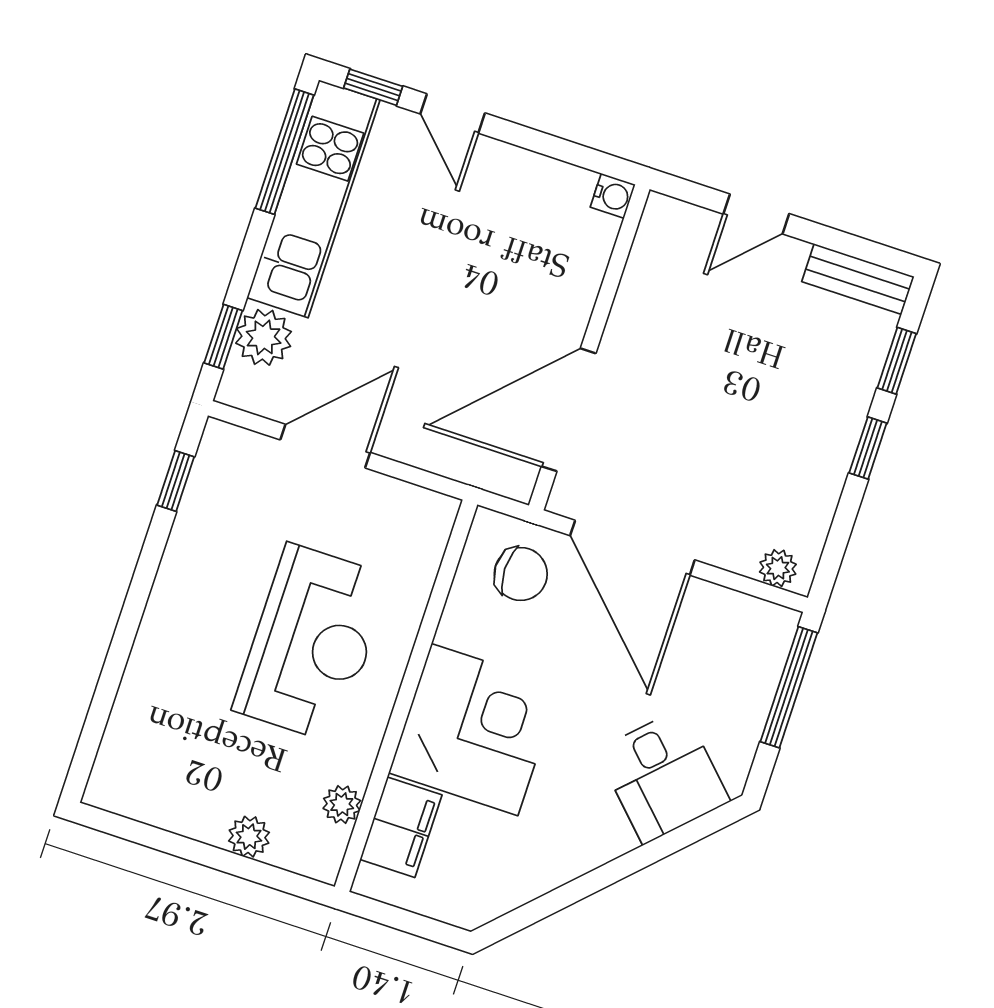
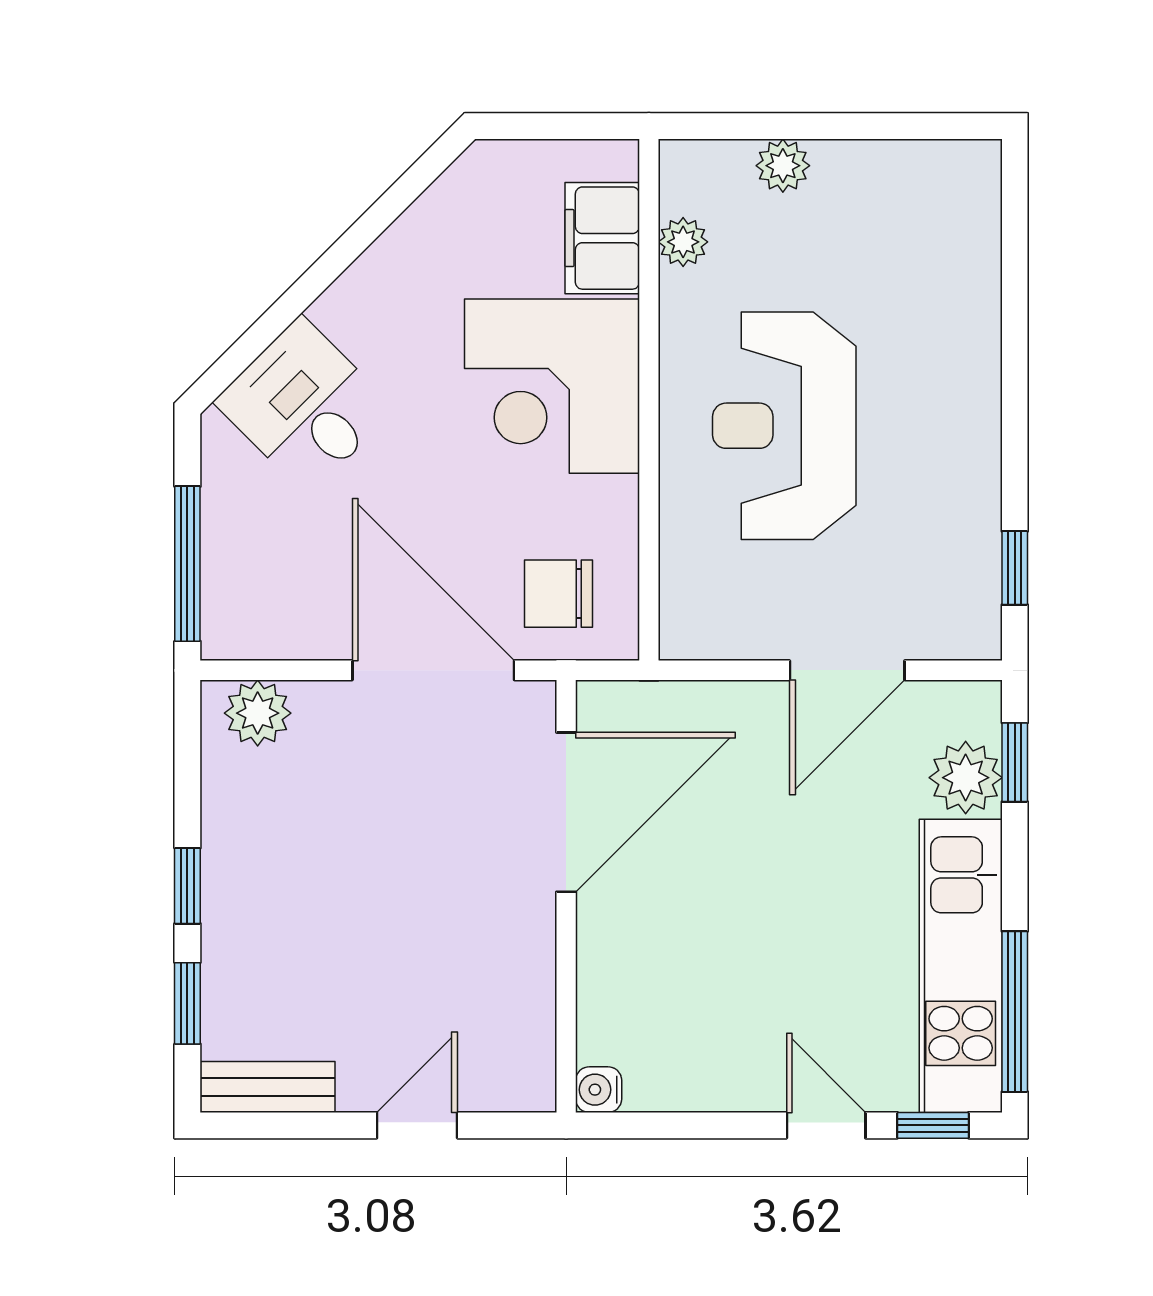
plant: (778, 568) -> (258, 713), width x1.38, depth x1.38

